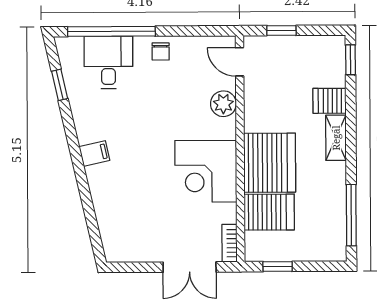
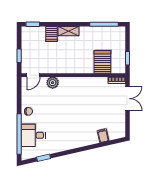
filing cabinet: (94, 153) -> (103, 136), moved
server rack: (270, 163) -> (80, 62), removed
corner desk: (206, 171) -> (84, 91), removed

